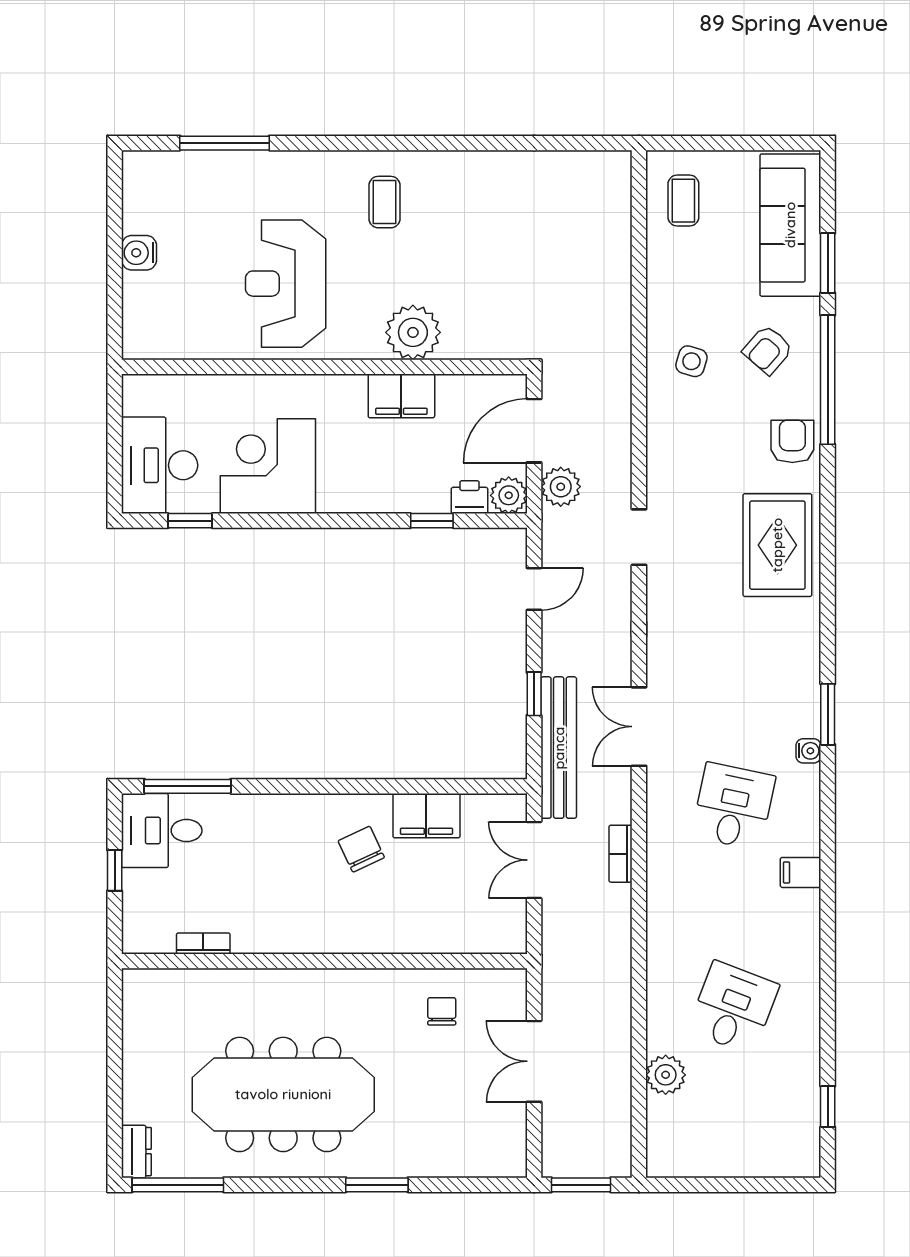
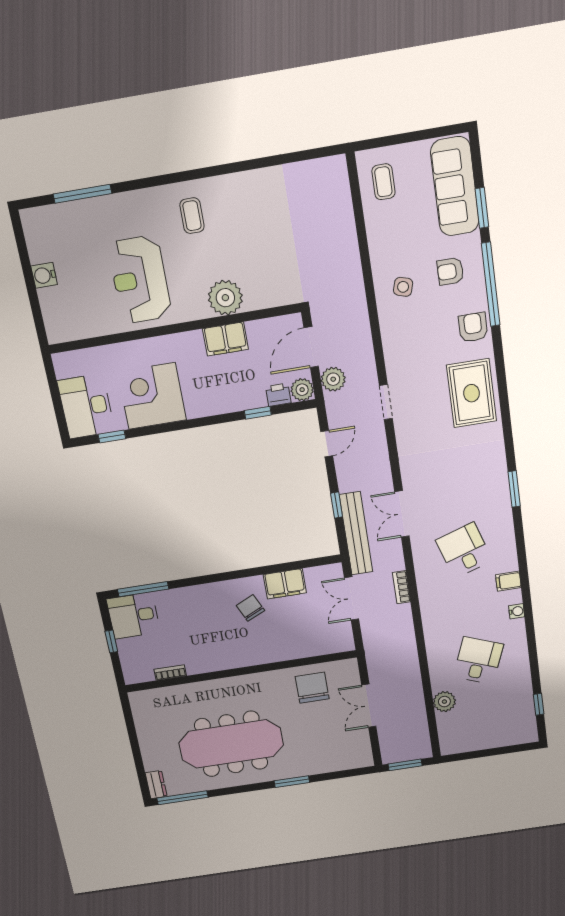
armchair: (768, 350) -> (450, 271), turned 49
water cooler: (808, 751) -> (517, 611), moved
desk: (733, 806) -> (464, 550), turned -30
chair: (442, 1011) -> (312, 688), width x1.87, depth x1.87

